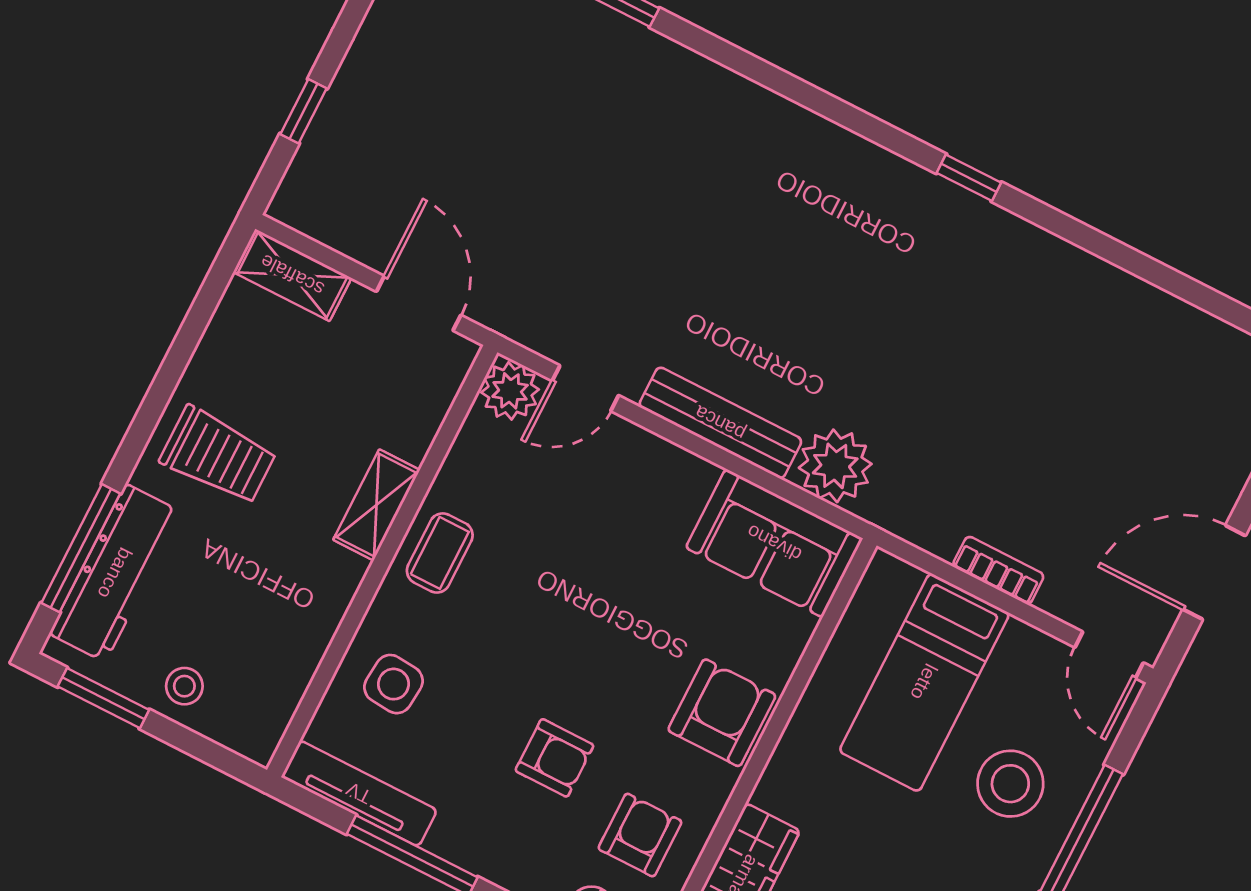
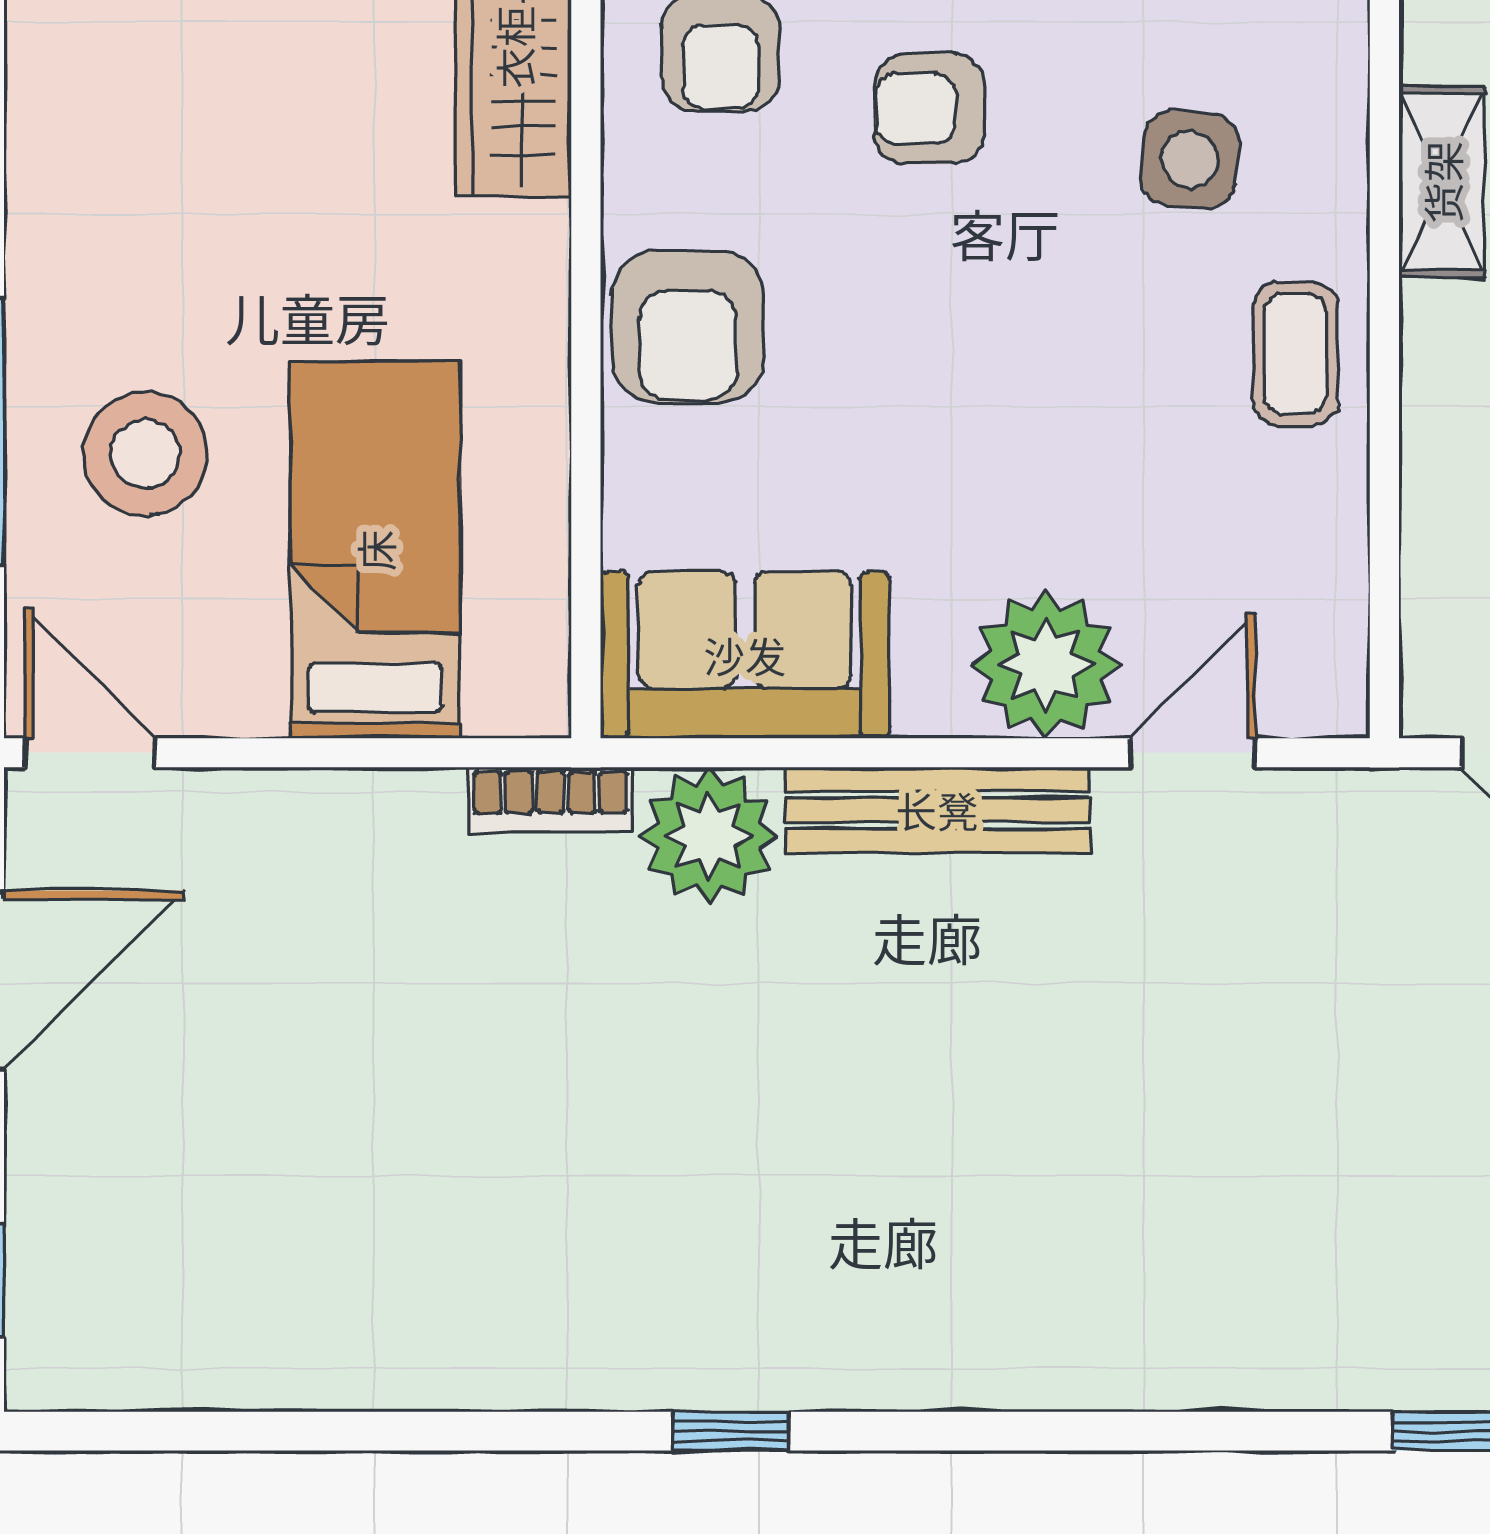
plant: (510, 391) -> (1046, 665), moved, width x1.36, depth x1.36
shelving: (377, 505) -> (1442, 182), moved
bookcase: (998, 570) -> (551, 800), moved
side table: (394, 684) -> (1190, 159), moved

